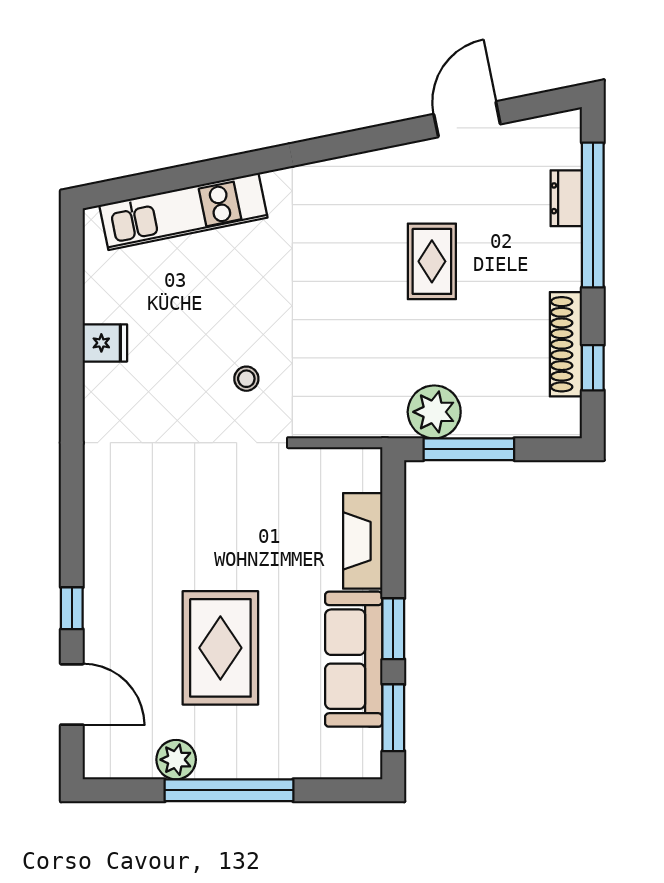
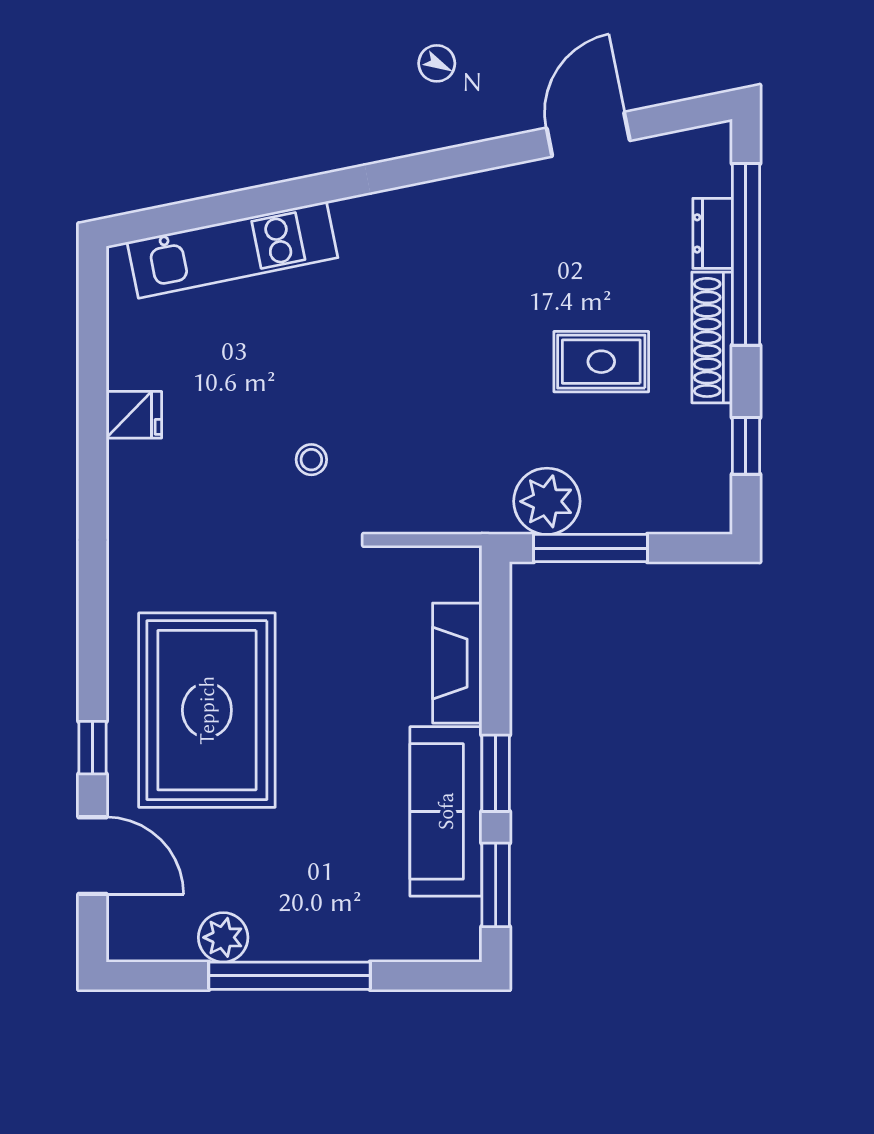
rug: (432, 261) -> (601, 362), moved, turned 90
shoe rack: (566, 344) -> (712, 337), moved
rug: (220, 648) -> (207, 710), moved, width x1.37, depth x1.44

